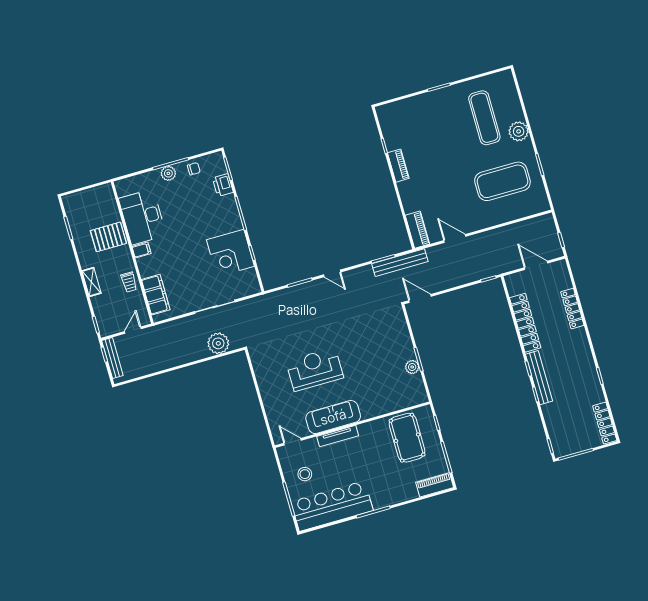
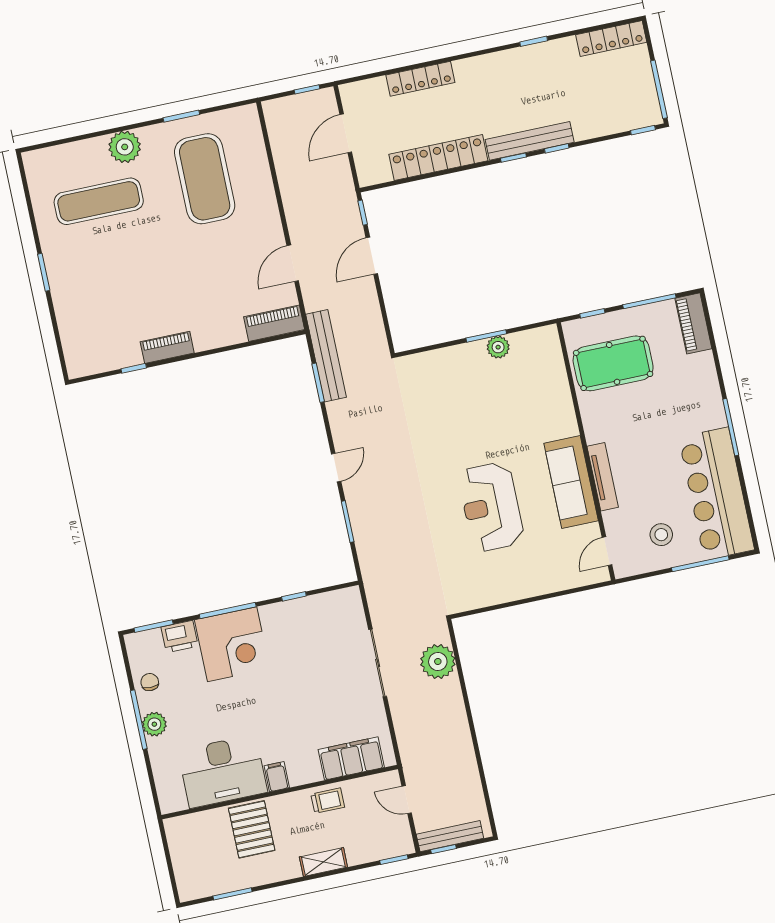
corner desk: (230, 253) -> (232, 644), moved
door: (420, 298) -> (372, 256), moved

